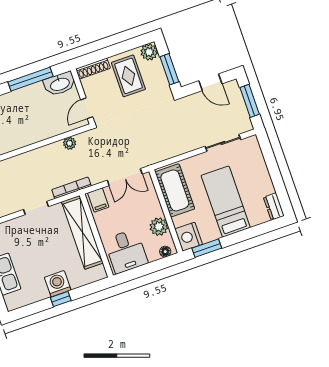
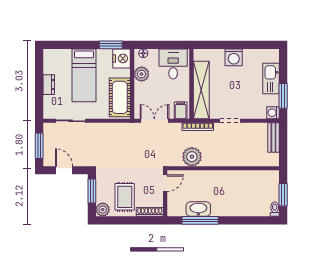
washbasin: (60, 84) -> (198, 209), moved
plant: (70, 143) -> (192, 157), width x1.88, depth x1.88
dresser: (274, 206) -> (49, 85), moved
window: (61, 299) -> (235, 45), removed

